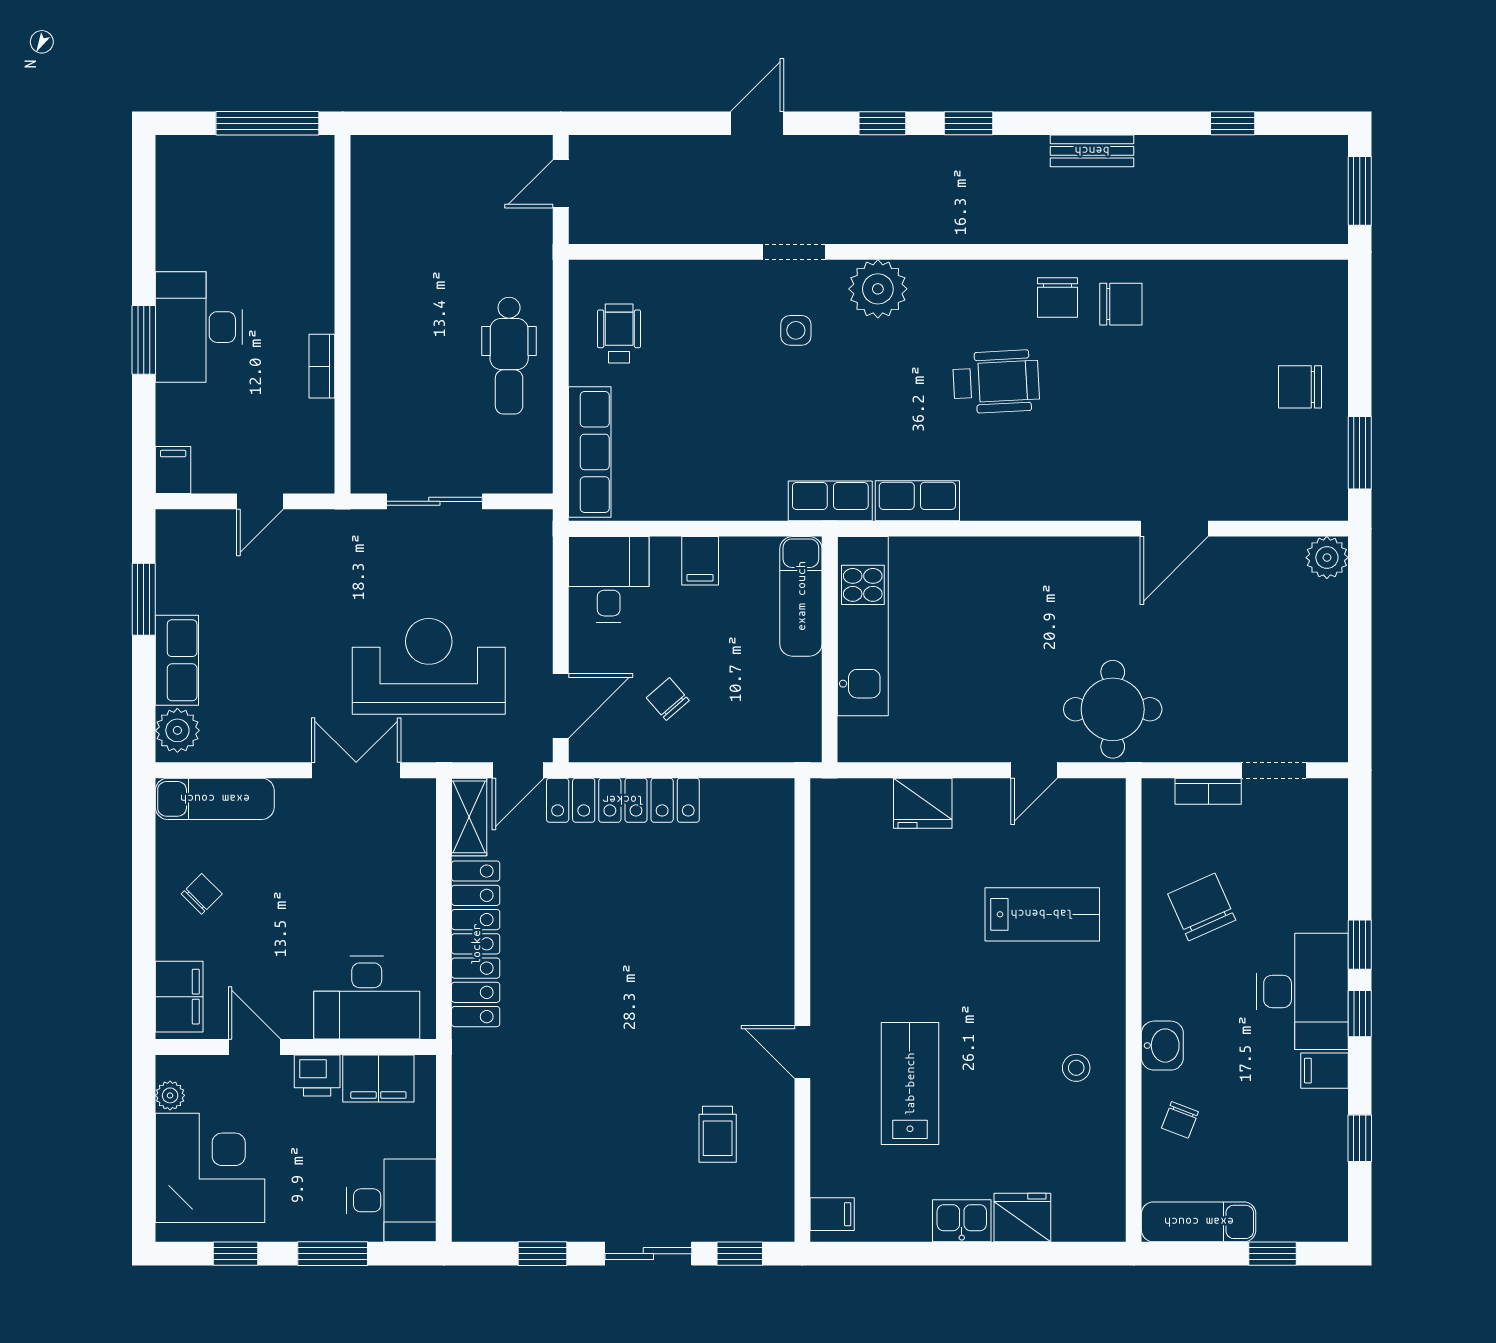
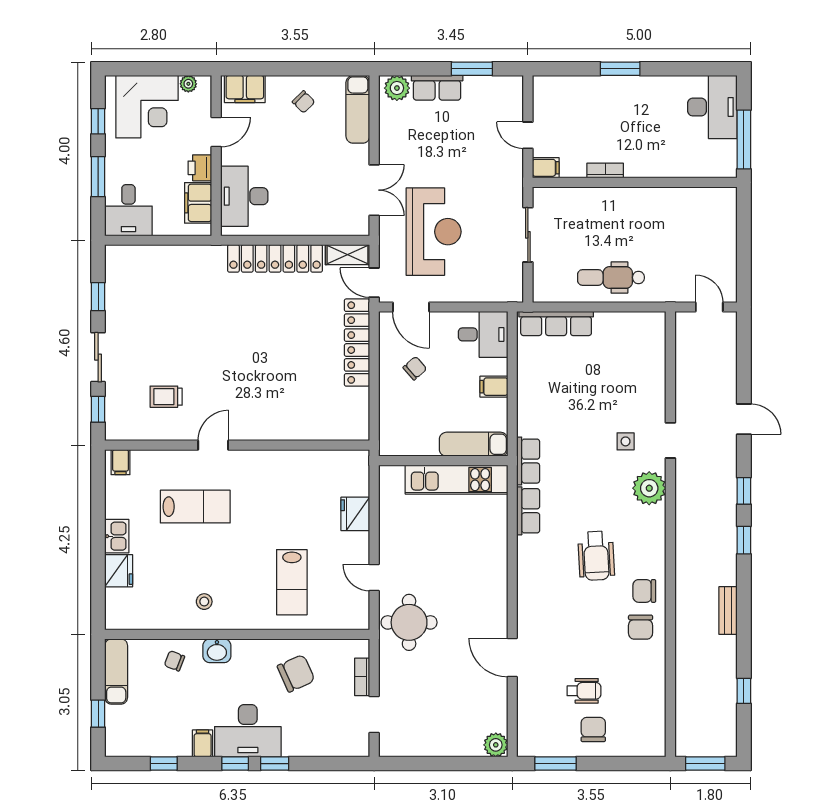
desk: (199, 327) -> (712, 107), moved, turned 90
wheelchair: (619, 334) -> (584, 691), moved
filing cabinet: (173, 470) -> (546, 168), moved

